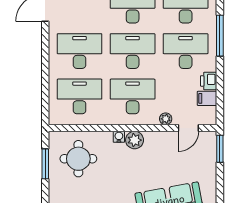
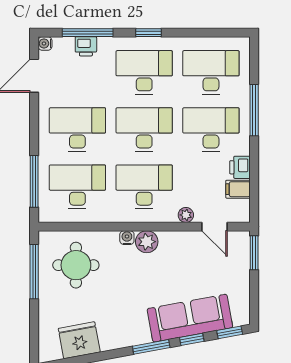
window: (45, 92) -> (34, 181), added
door: (188, 128) -> (214, 227), hinge flipped
window: (45, 164) -> (34, 272), width x1.44

